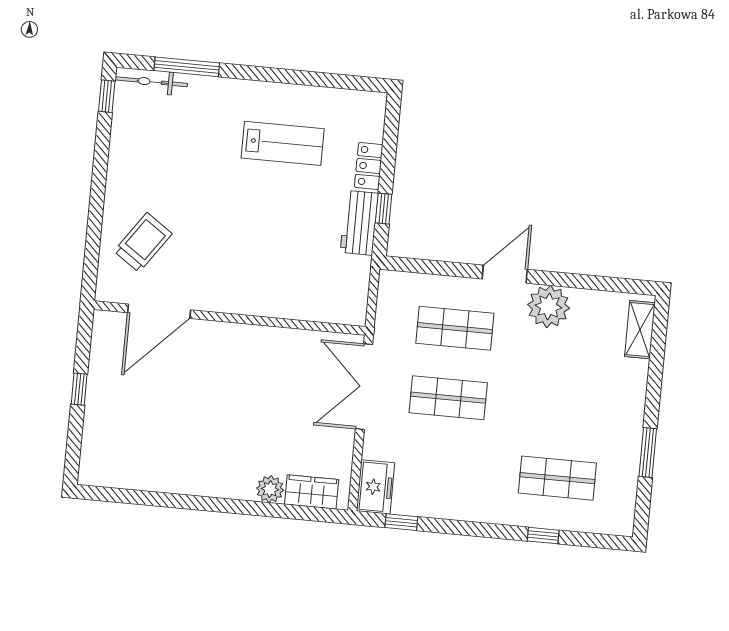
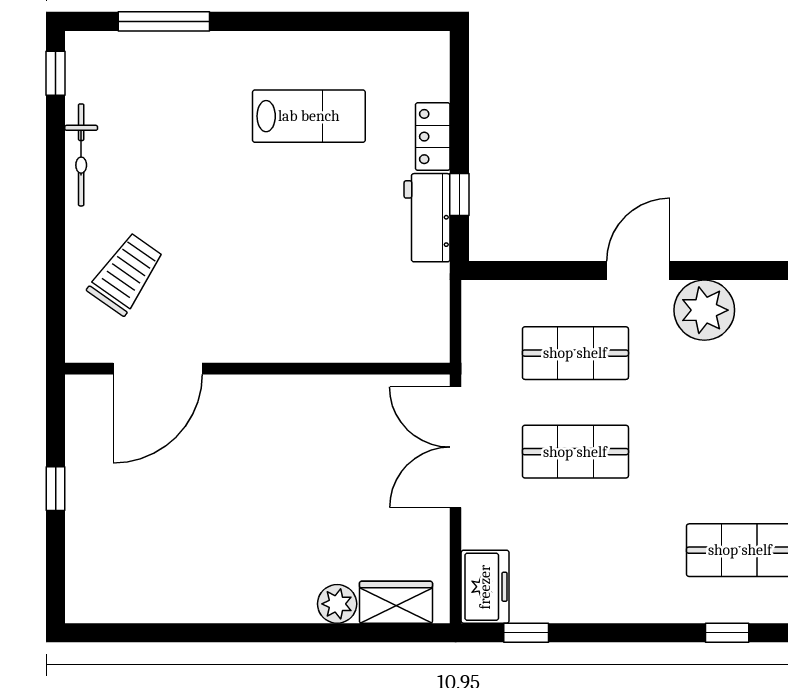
bicycle: (151, 82) -> (81, 155), moved, turned -90

